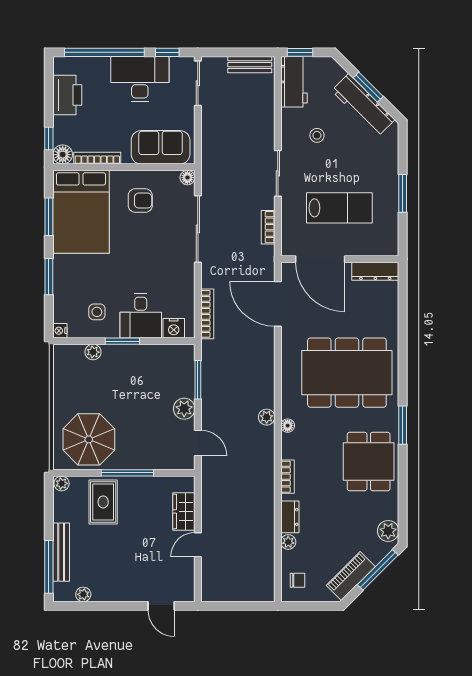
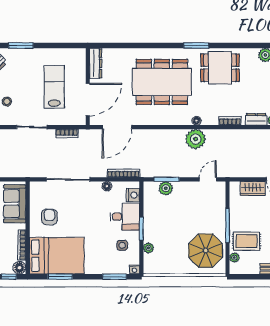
floor lamp: (187, 178) -> (107, 186), moved
window: (403, 193) -> (21, 45), moved
window: (49, 277) -> (114, 277), moved
dining table: (347, 373) -> (162, 82), turned 90
plant: (184, 409) -> (166, 188), moved
plant: (267, 417) -> (196, 139), width x1.88, depth x1.88
plant: (62, 483) -> (234, 258), moved

